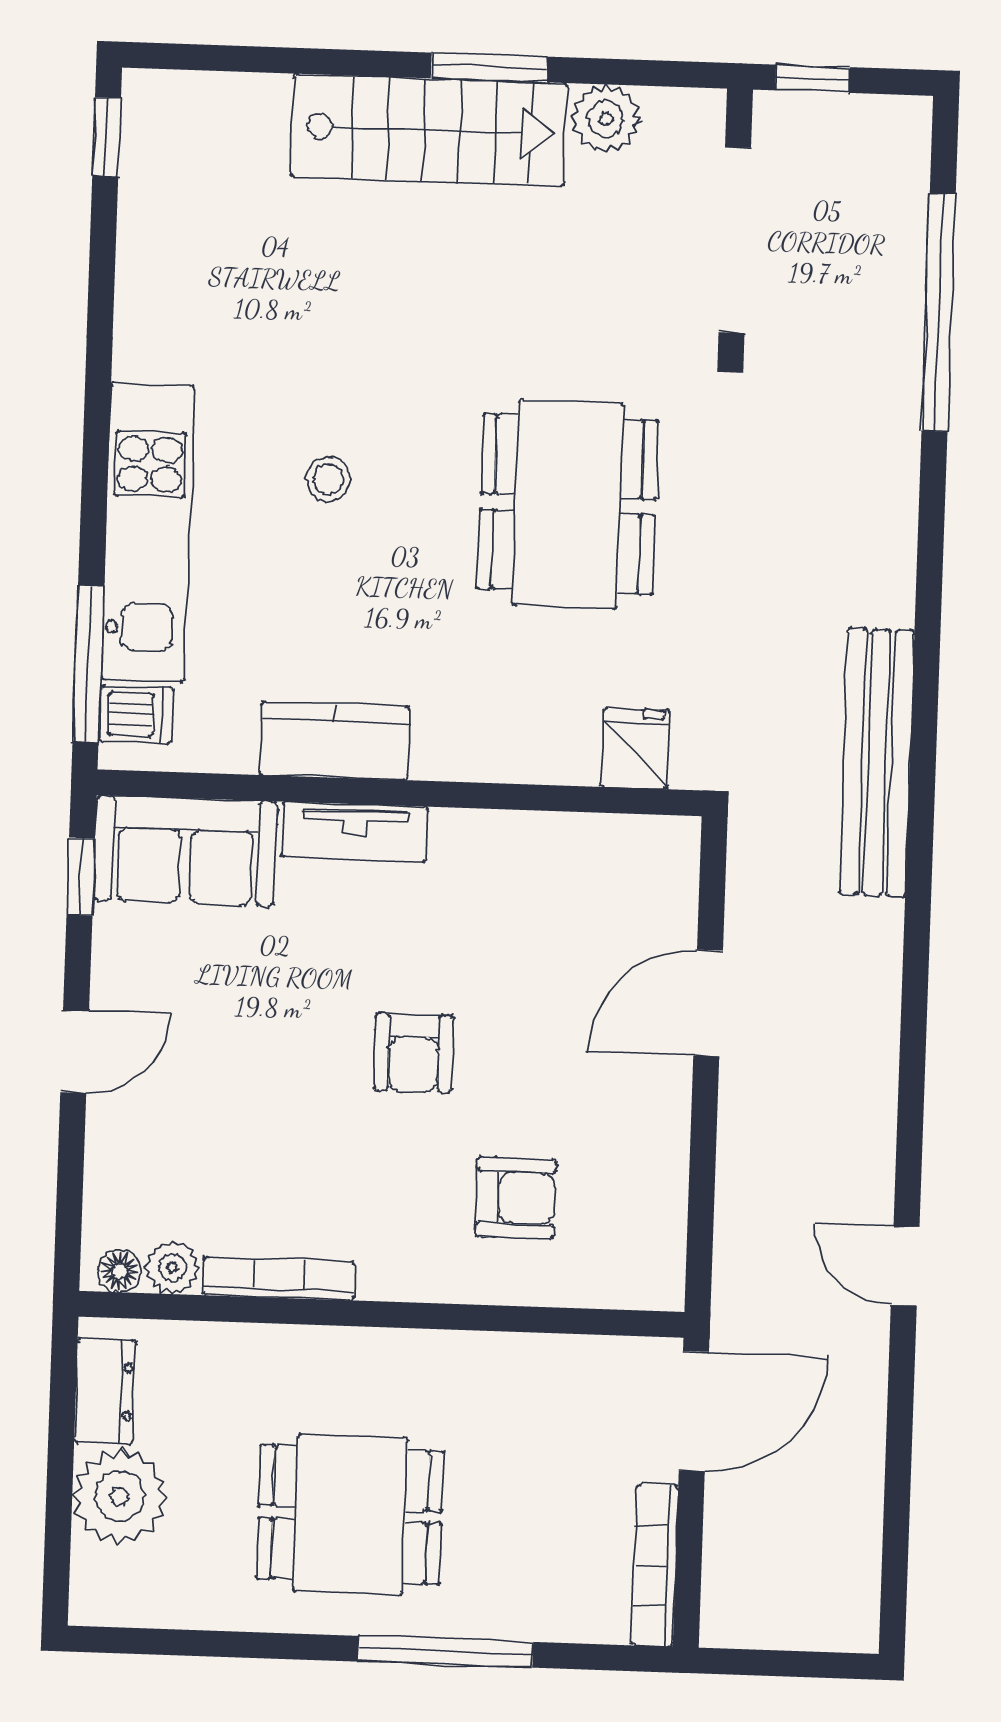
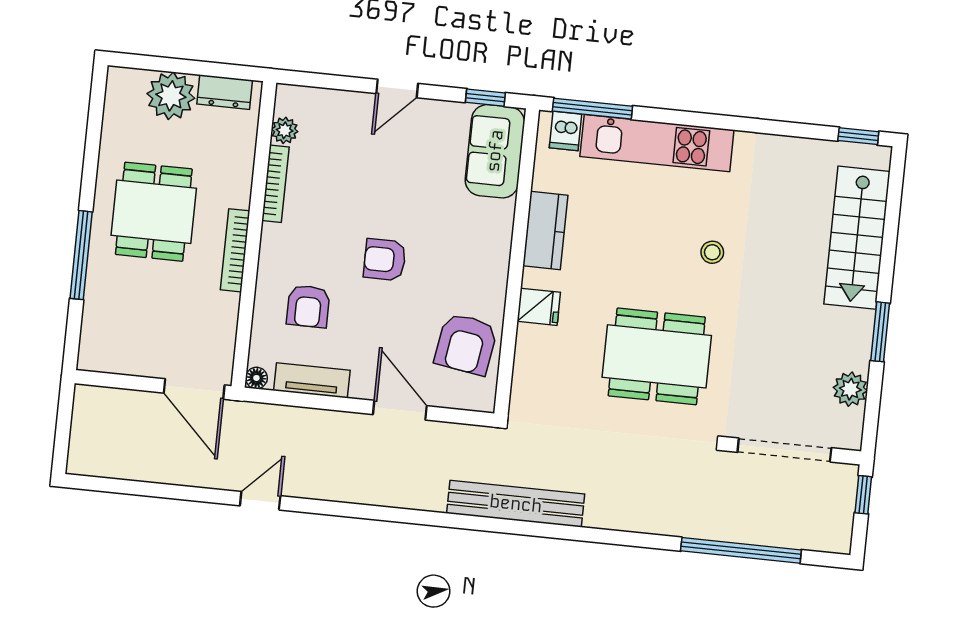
stairs: (429, 130) -> (857, 238), moved
stool: (328, 479) -> (712, 252), moved
fridge: (635, 749) -> (539, 307), moved
tv unit: (355, 832) -> (312, 380), moved, turned 90
armchair: (569, 882) -> (466, 344), added
door: (75, 1052) -> (397, 88), hinge flipped
floor lamp: (119, 1271) -> (256, 378), moved
bookcase: (655, 1565) -> (235, 250), moved, turned -90

